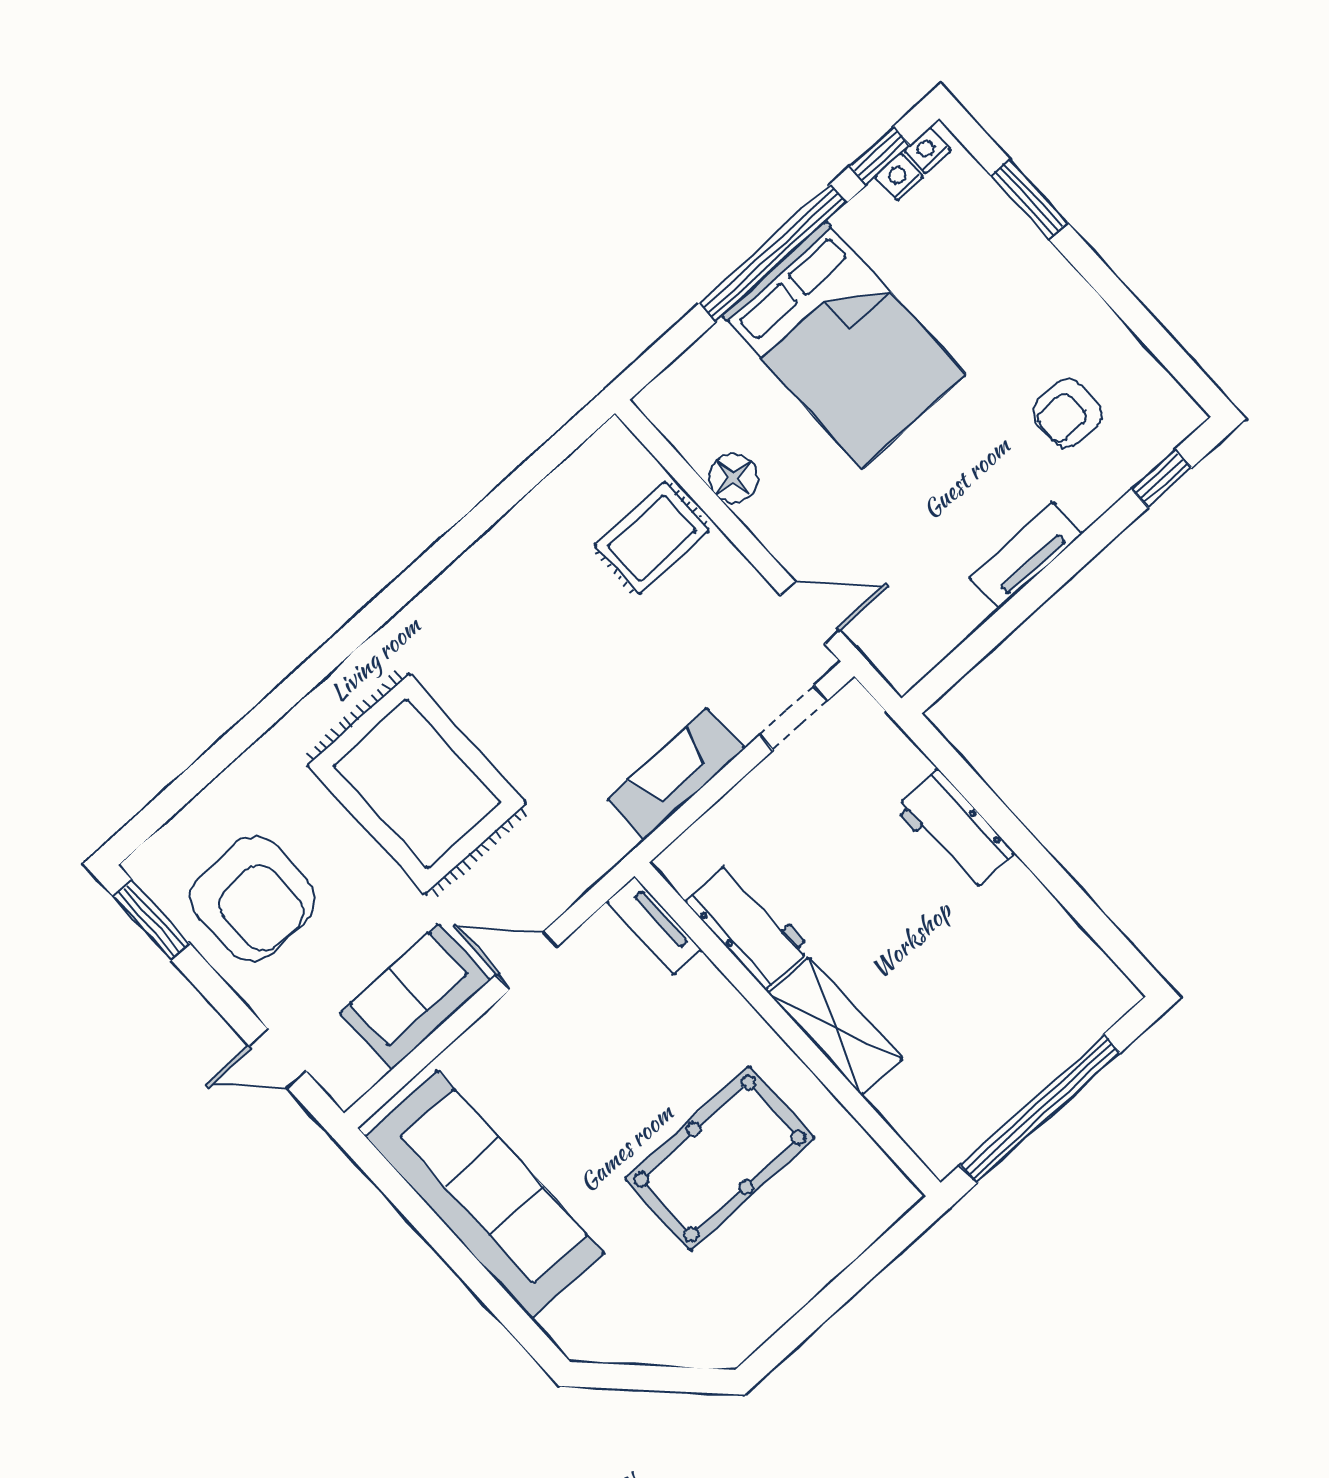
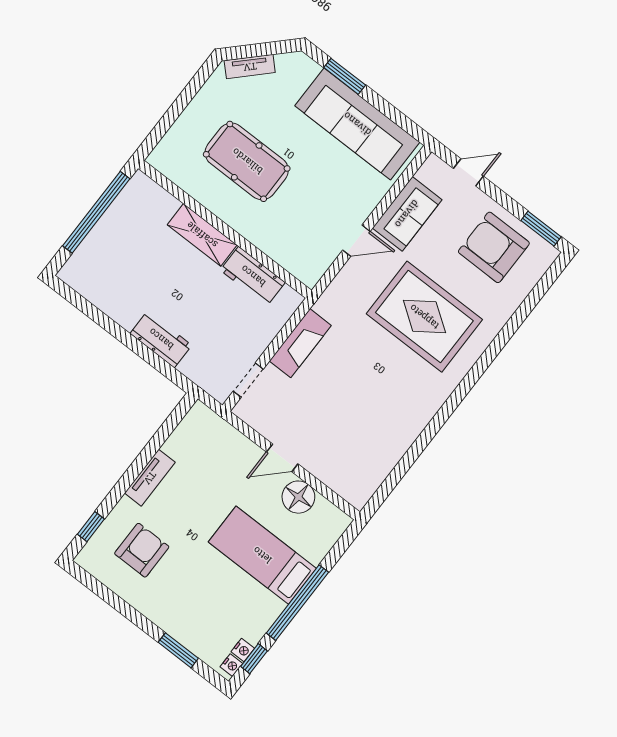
bed: (844, 345) -> (262, 555), width x0.67
armchair: (1067, 413) -> (142, 550), width x1.38, depth x1.38
floor lamp: (733, 478) -> (298, 497), width x1.38, depth x1.38
rug: (652, 538) -> (332, 455), removed
door: (810, 613) -> (282, 458), moved
tv unit: (654, 926) -> (250, 67), moved, turned 135
pool table: (720, 1158) -> (247, 161), turned 90
window: (493, 1295) -> (345, 76), added

